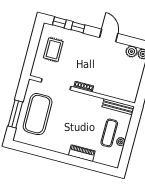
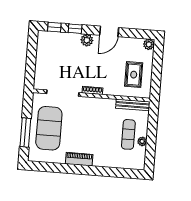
door: (109, 35) -> (109, 31), swing flipped
rug: (53, 50) -> (134, 75), moved
plant: (132, 52) -> (87, 40), moved
piano: (82, 153) -> (79, 159), moved

